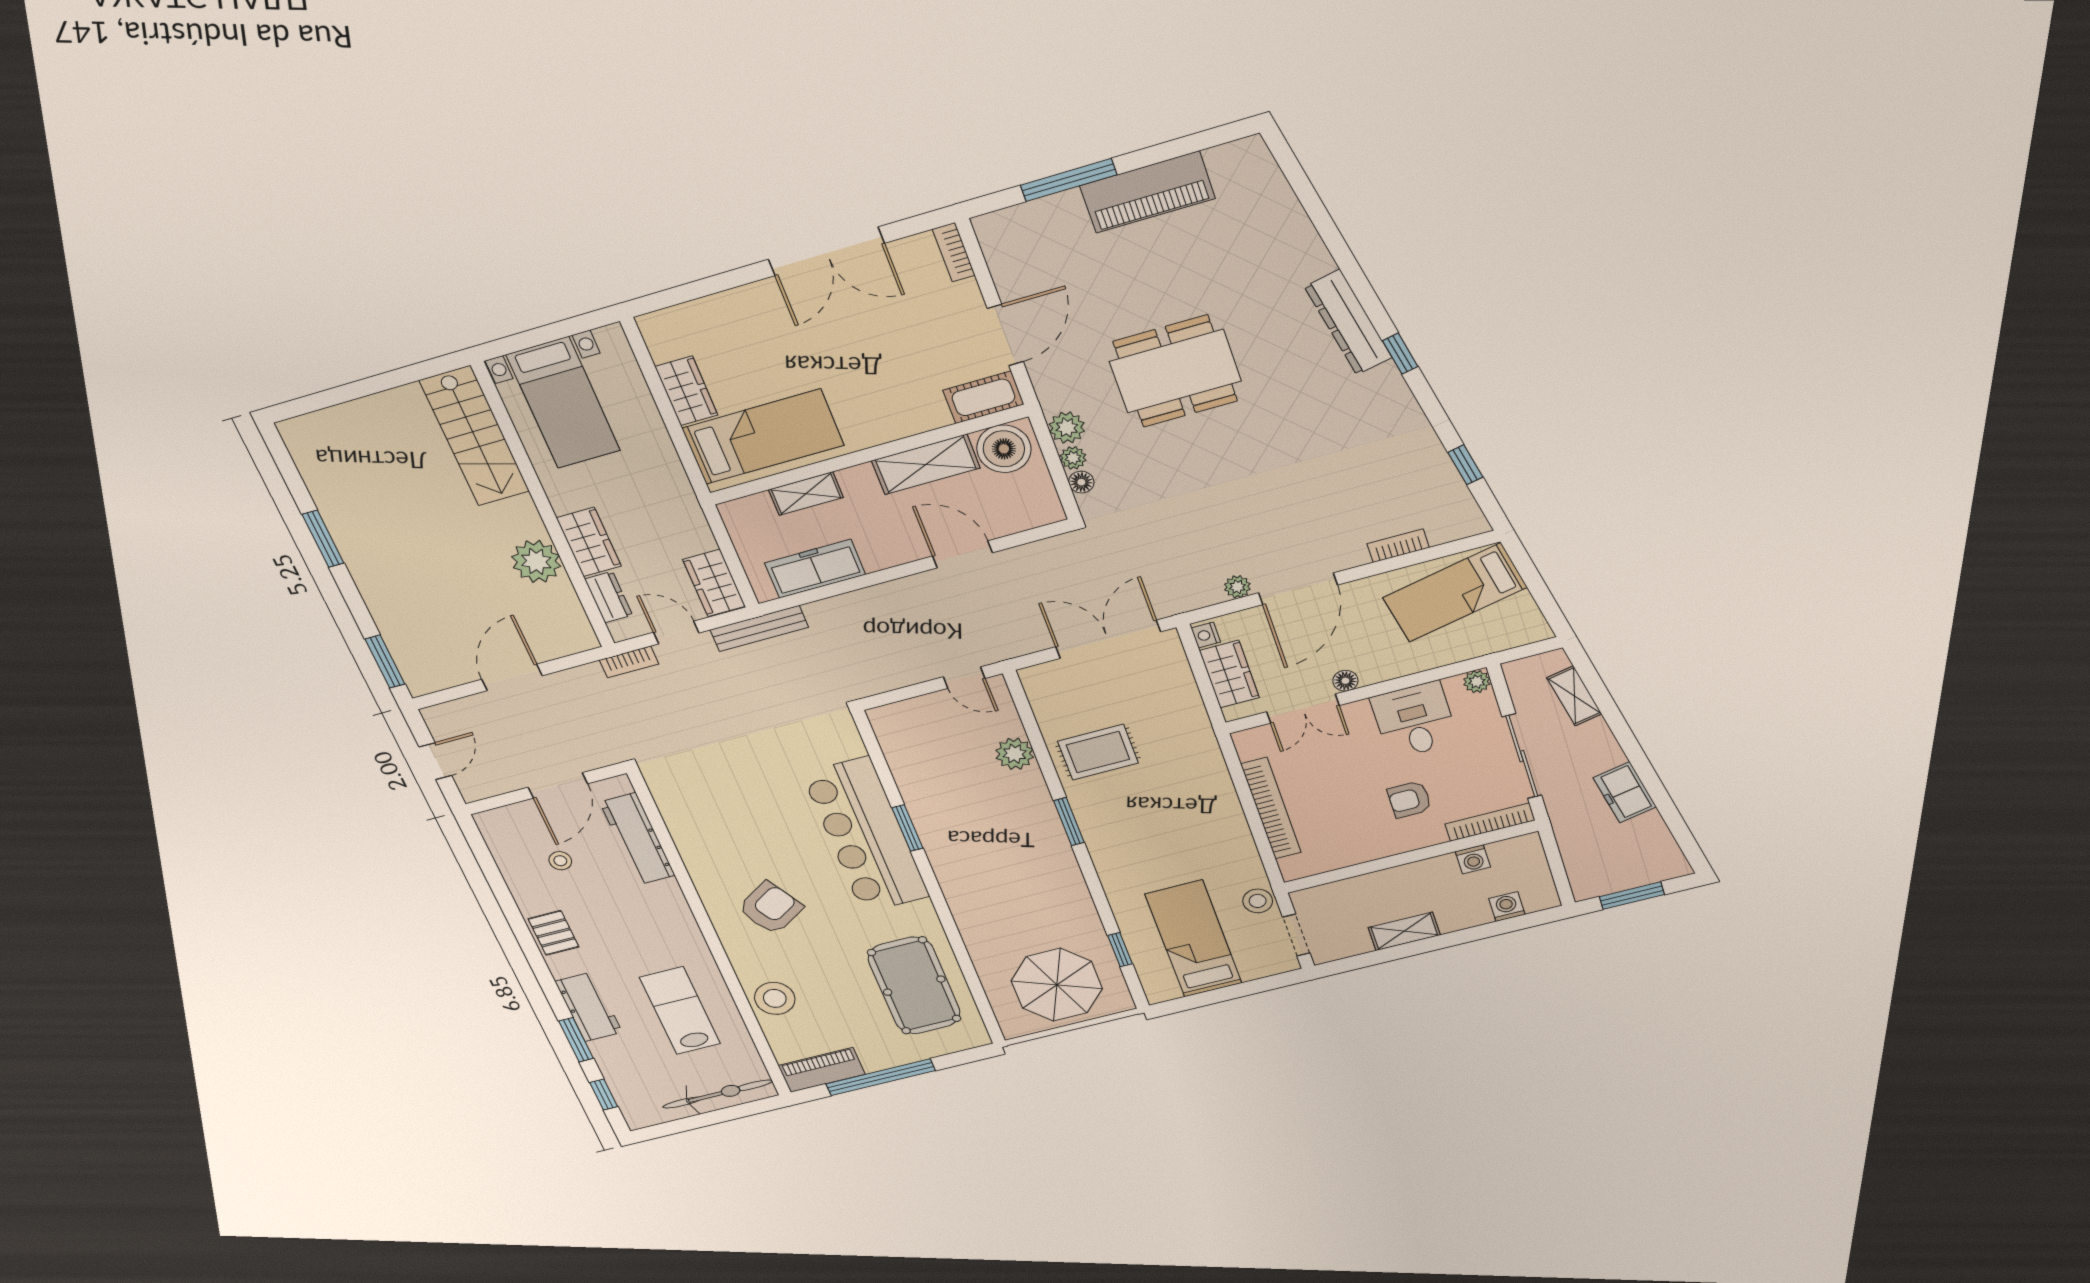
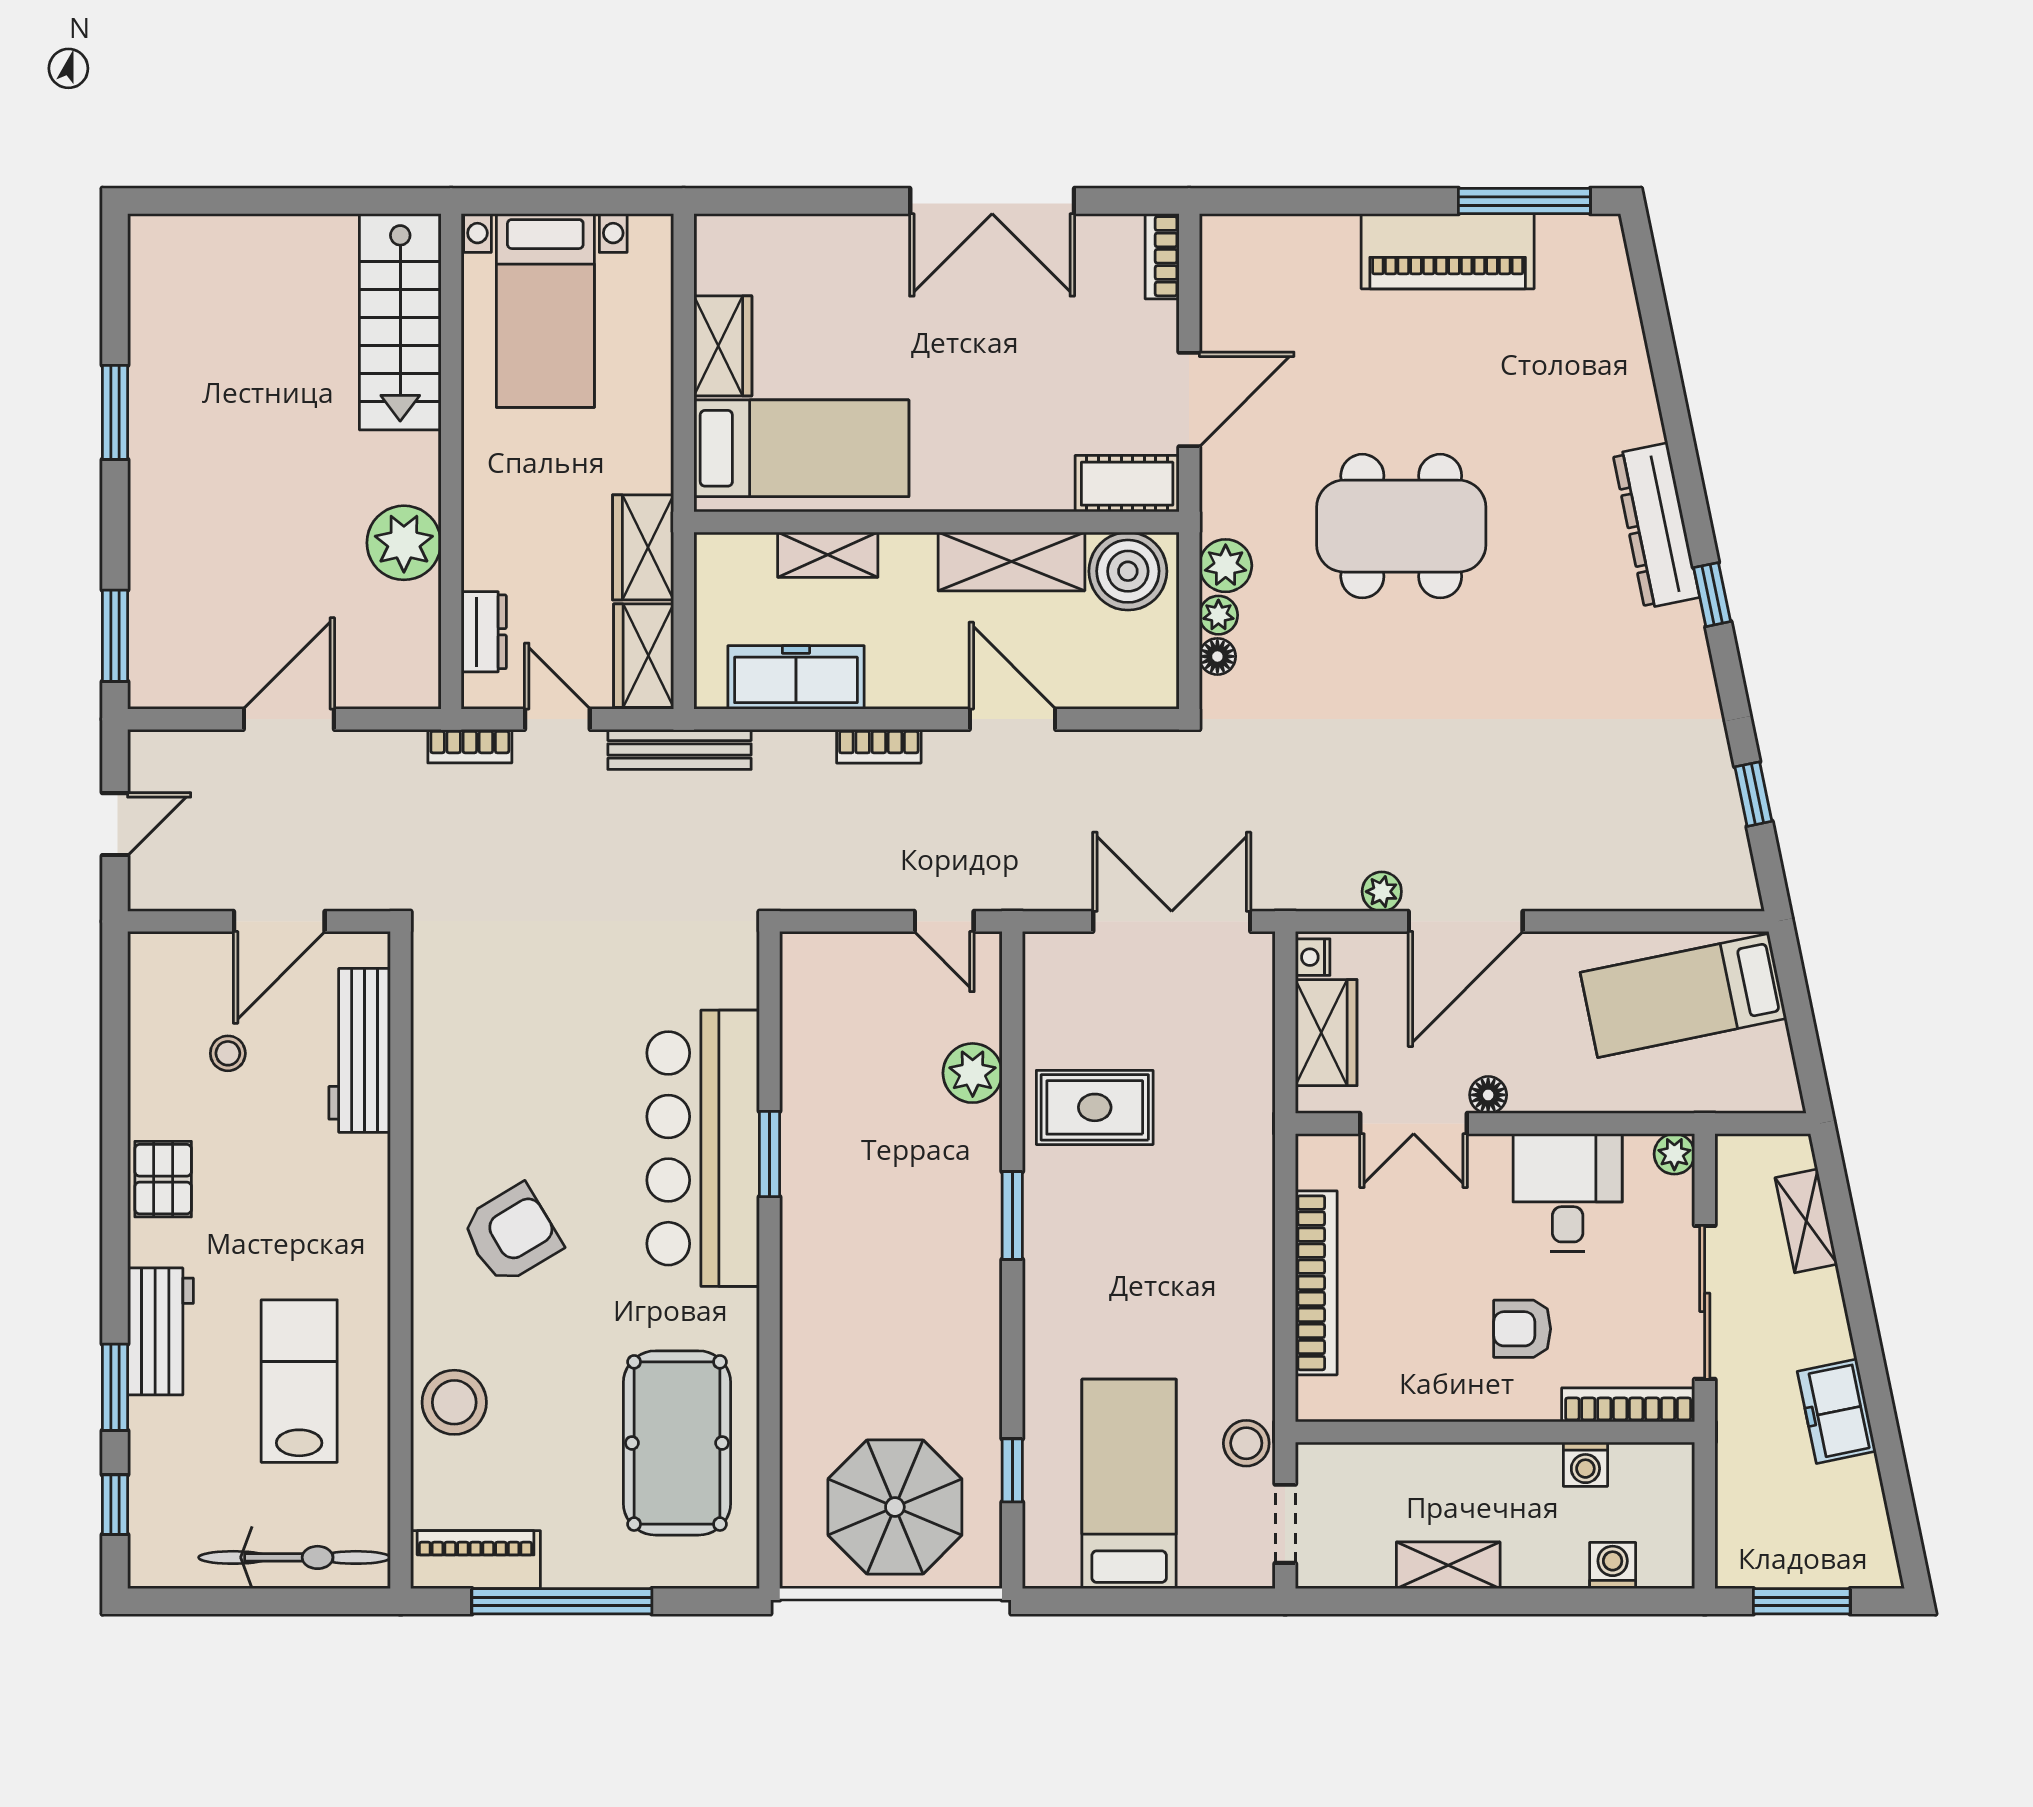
window: (1069, 180) -> (1524, 201), moved
wardrobe: (589, 542) -> (643, 547), moved, turned 180
bookcase: (1398, 546) -> (879, 746), moved, turned 180

